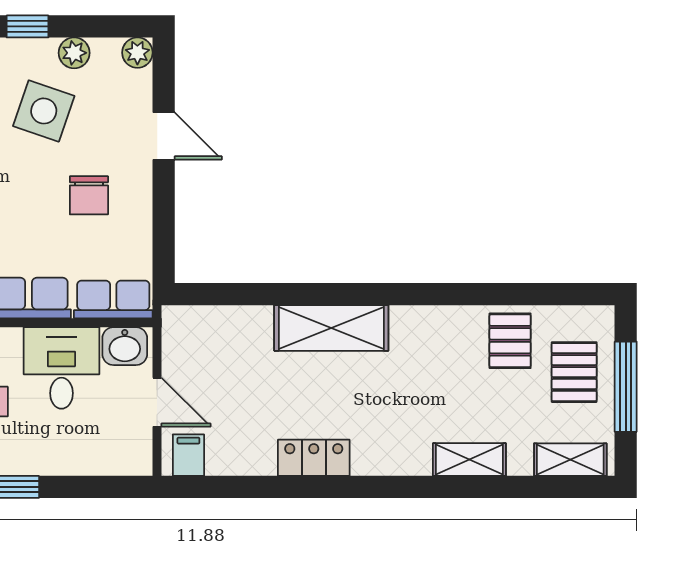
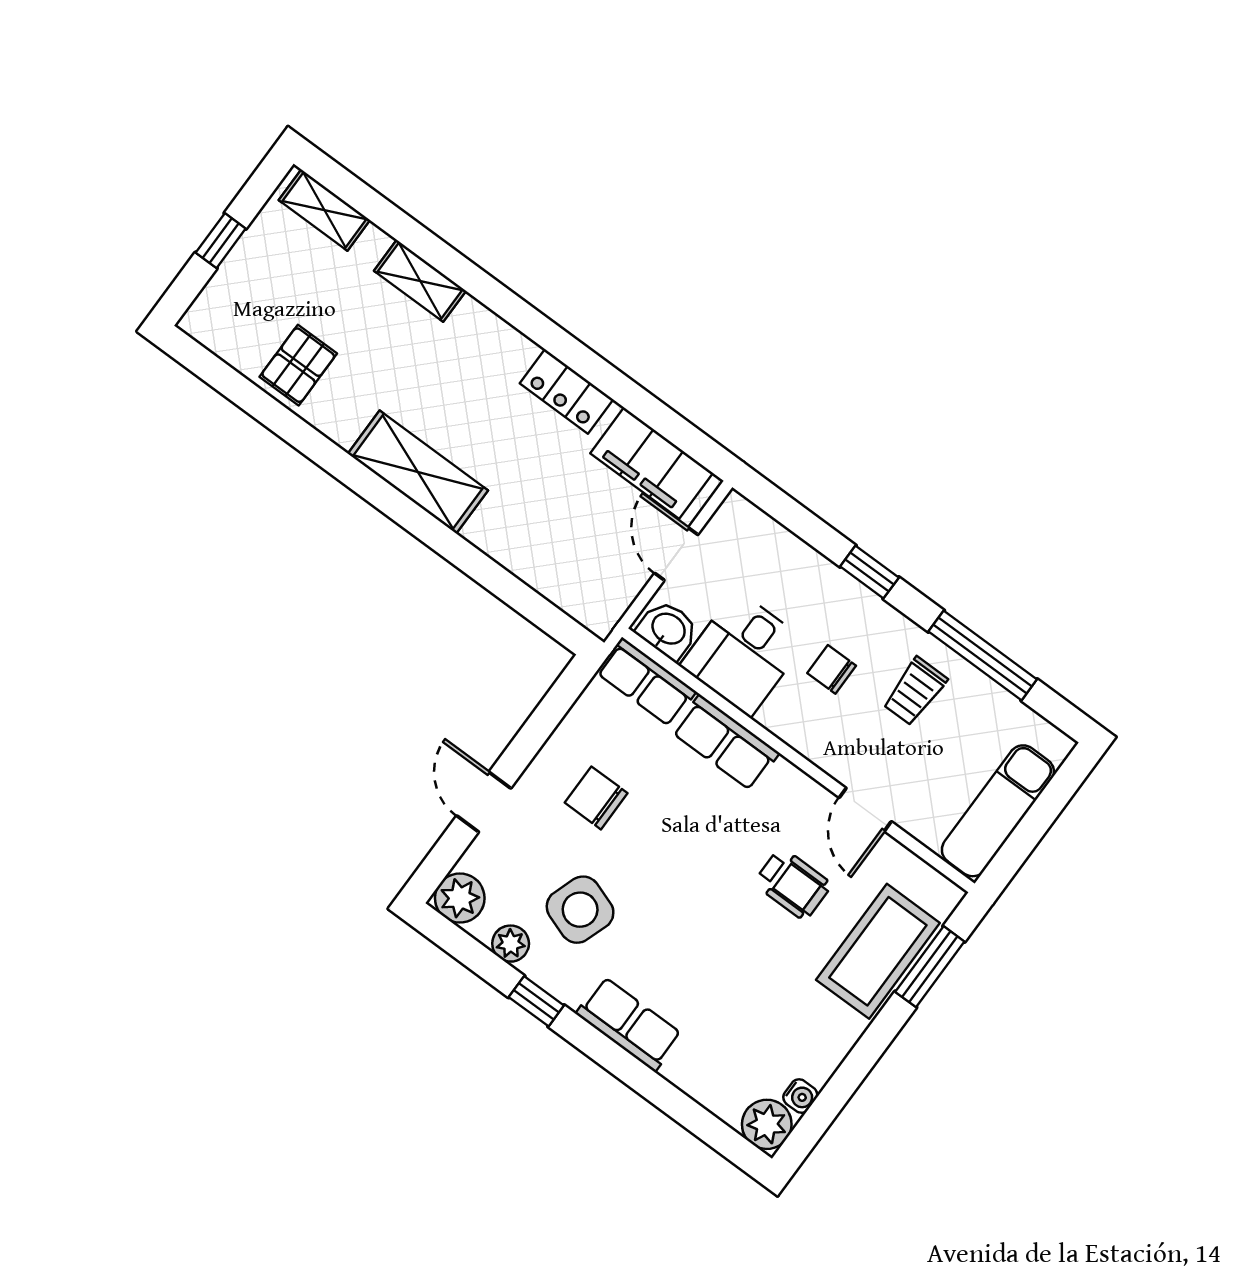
plant: (137, 53) -> (460, 898), width x1.38, depth x1.38
chair: (89, 195) -> (596, 798), turned -90
shelving: (331, 328) -> (418, 472), moved
pallet: (574, 372) -> (259, 291), removed
window: (626, 387) -> (221, 241), width x0.46
filing cabinet: (188, 455) -> (652, 463), width x3.00, depth x1.17

